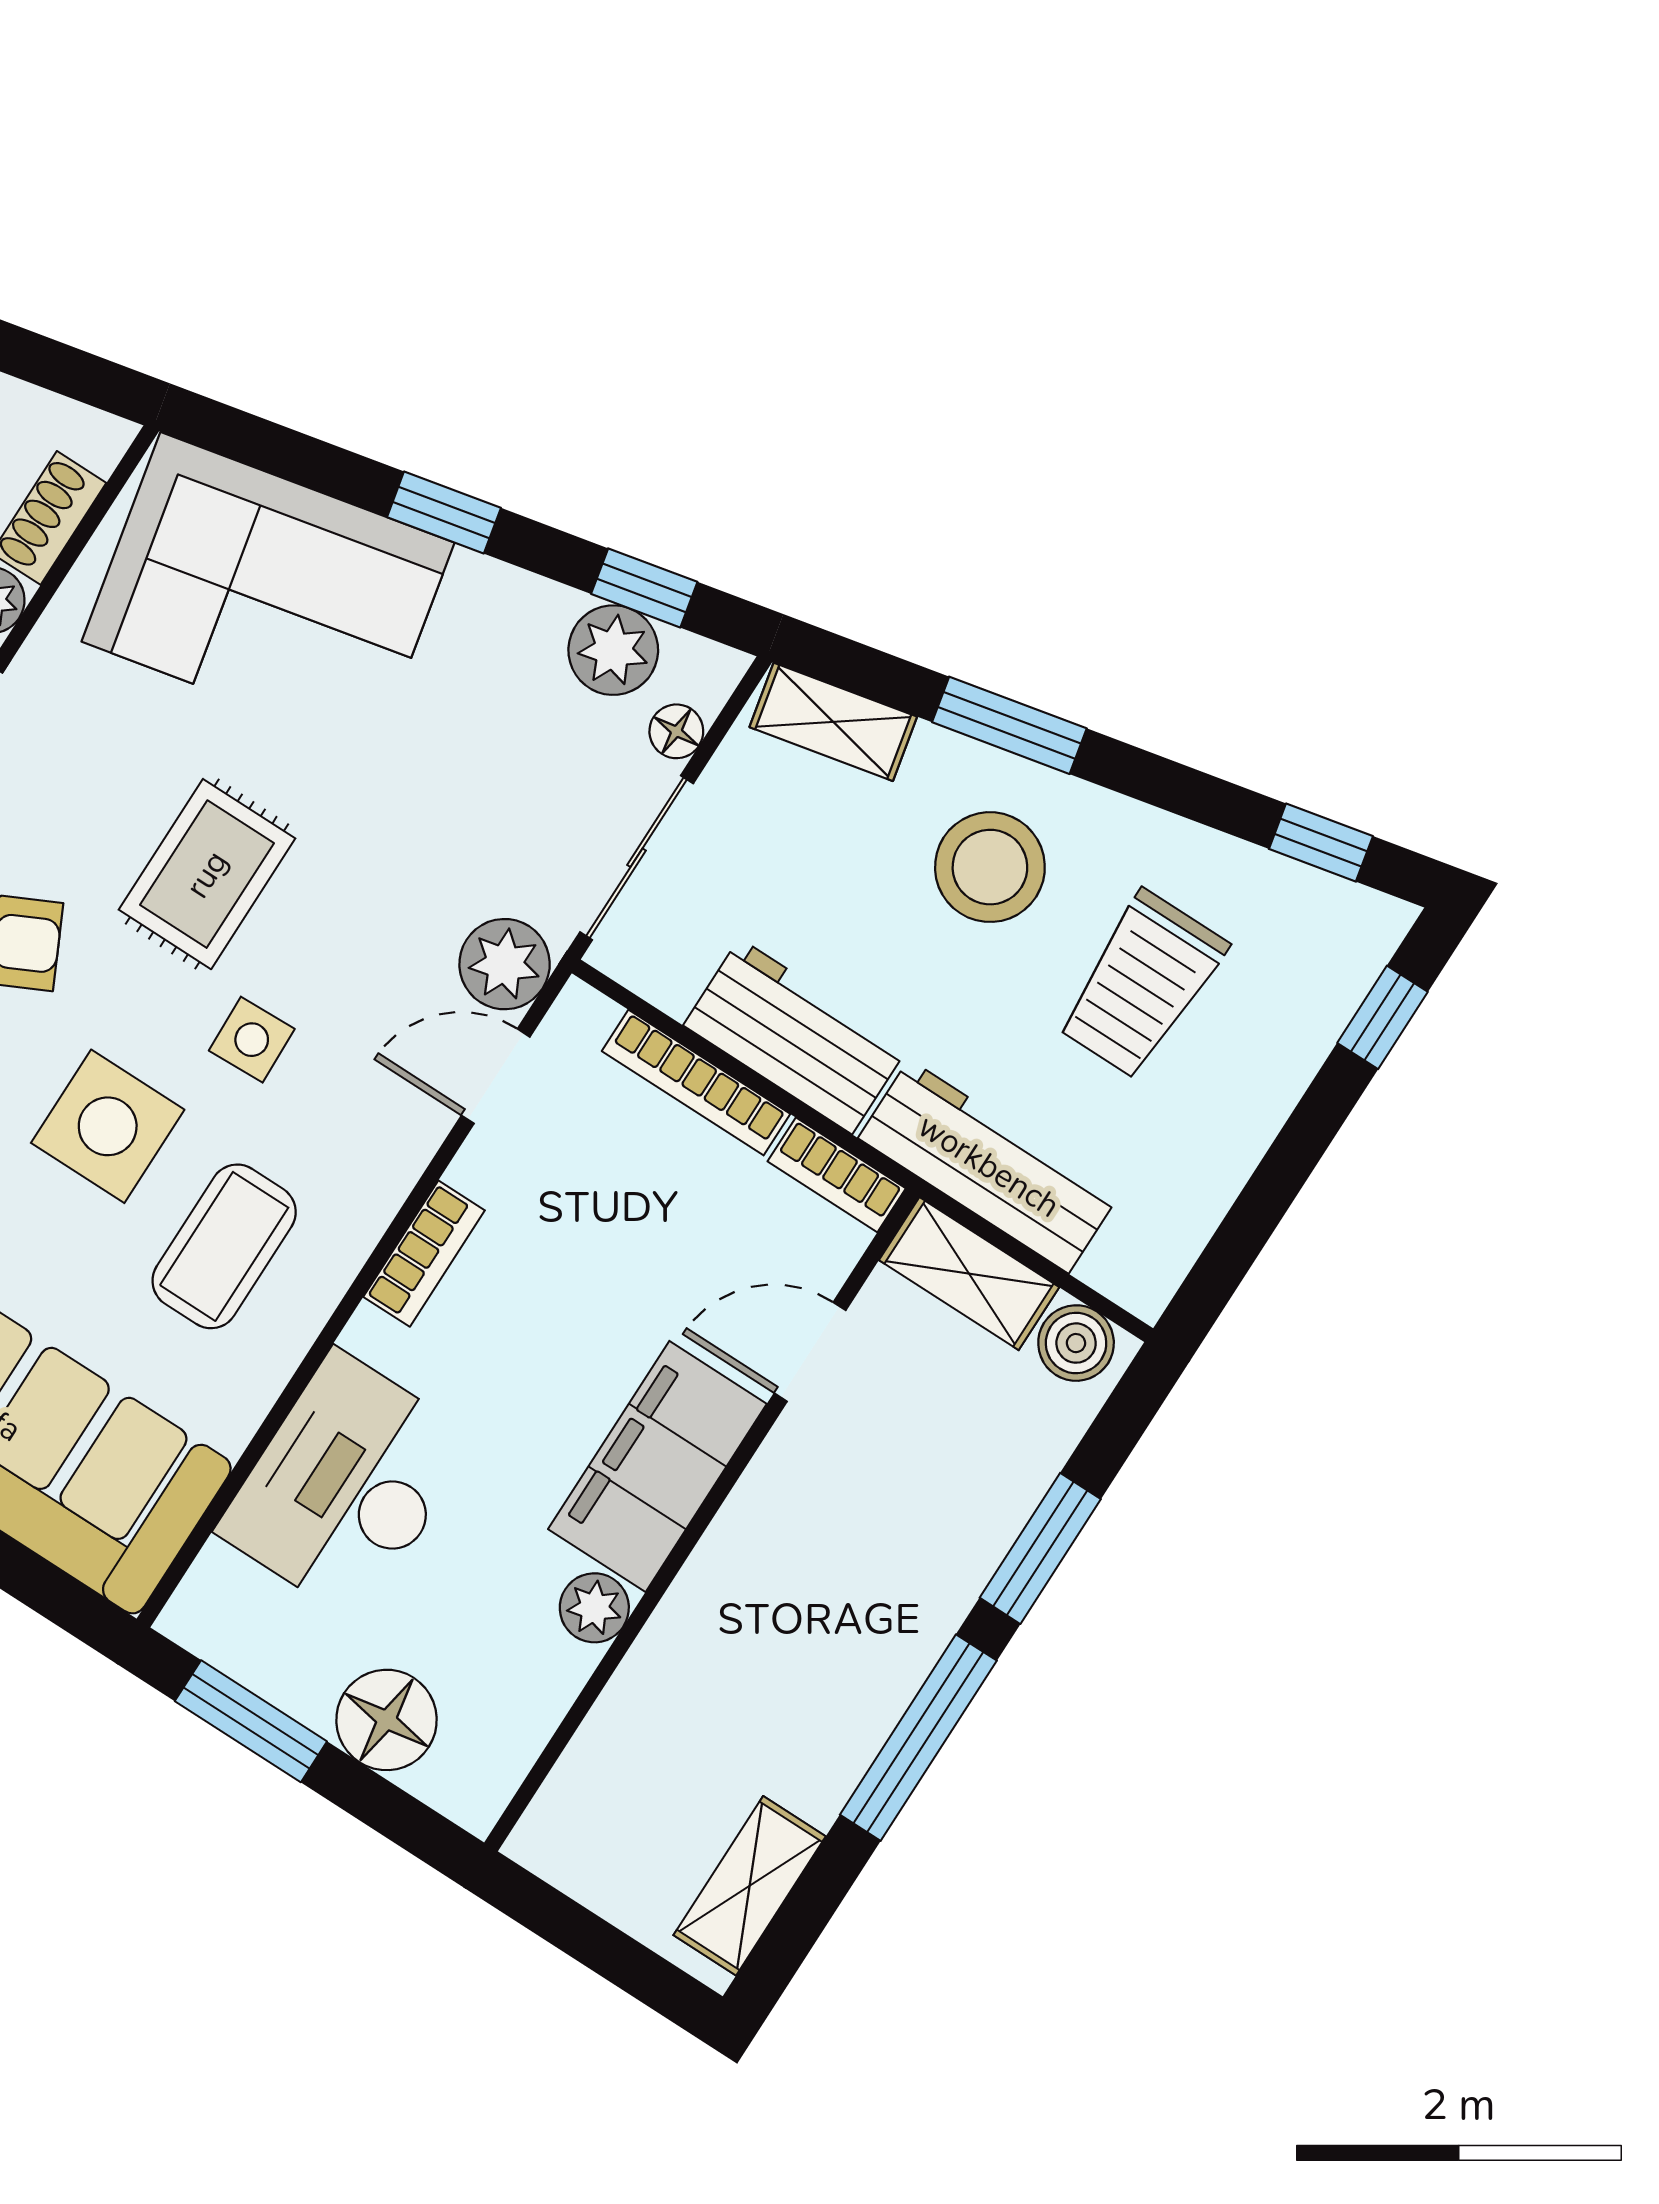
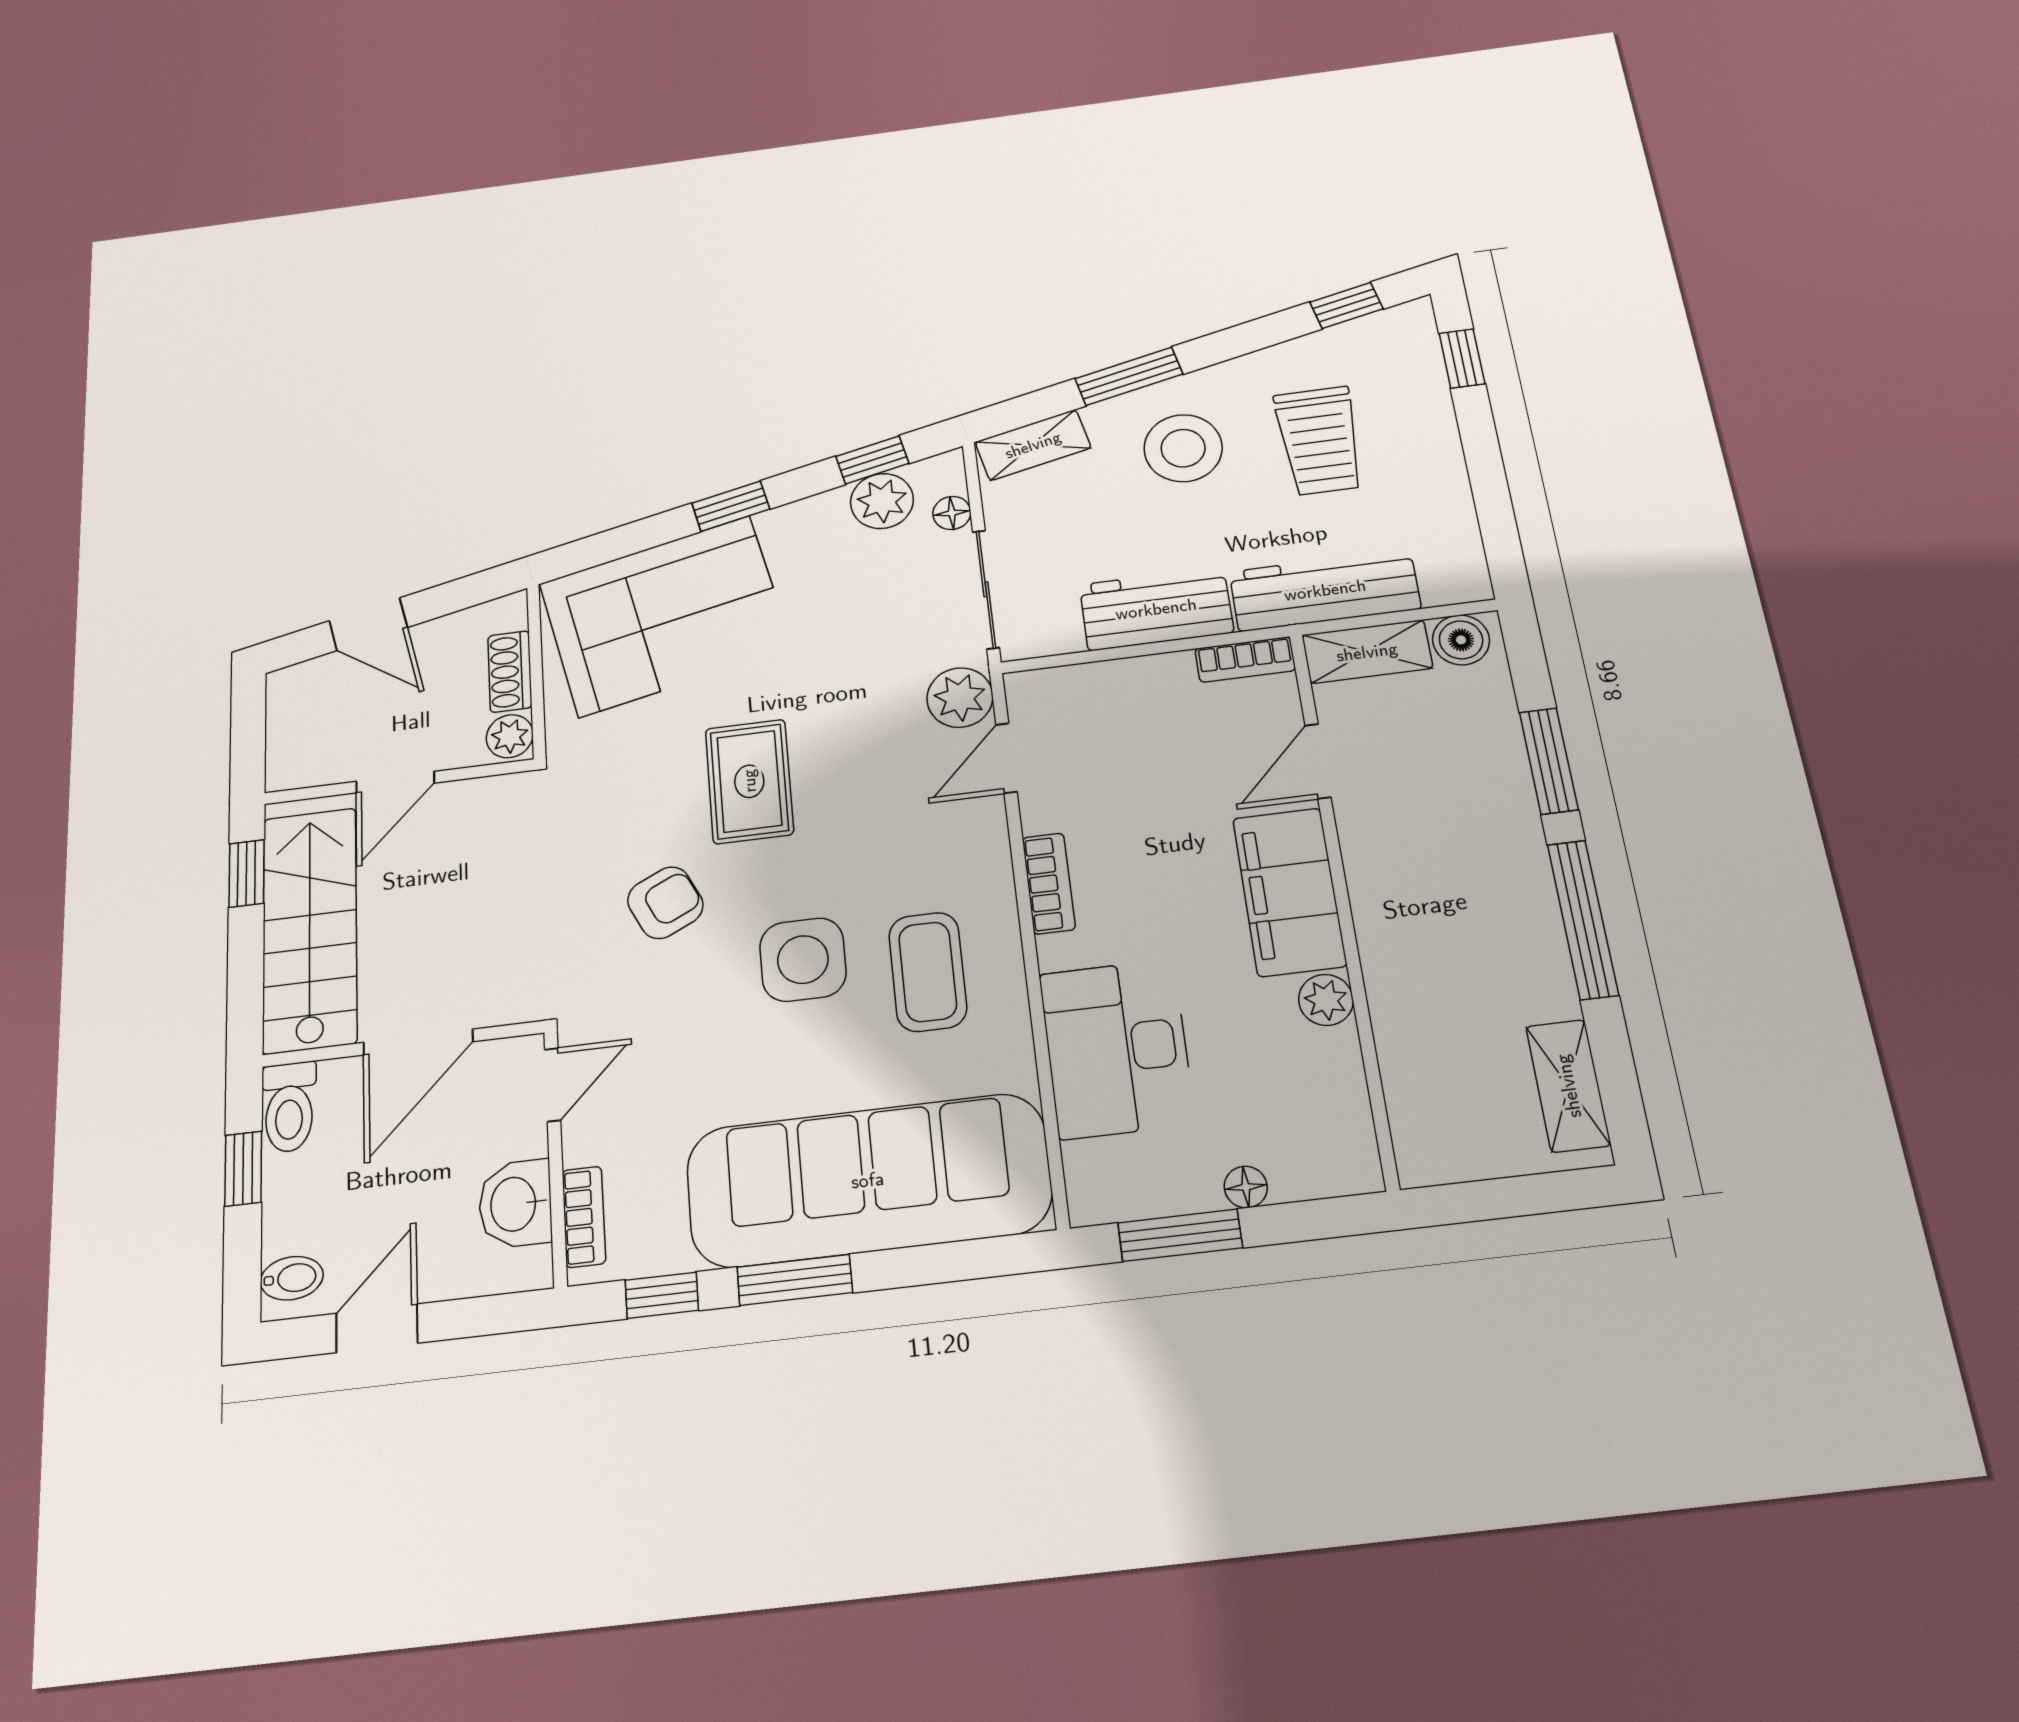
side table: (252, 1040) -> (849, 847), removed
bookcase: (696, 1082) -> (1123, 674), removed
floor lamp: (387, 1720) -> (1246, 1187), width x0.53, depth x0.53

